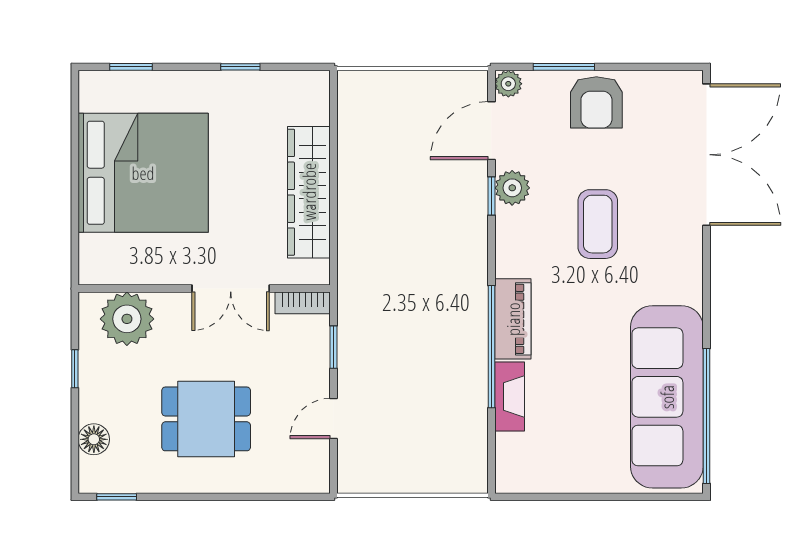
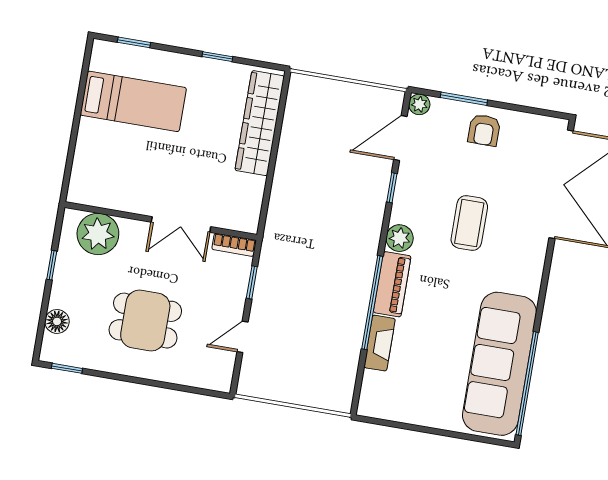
armchair: (596, 102) -> (484, 130), width x0.72, depth x0.72
bed: (143, 173) -> (133, 101), width x0.49
plant: (512, 188) -> (400, 238), moved
wardrobe: (309, 192) -> (260, 123), moved

